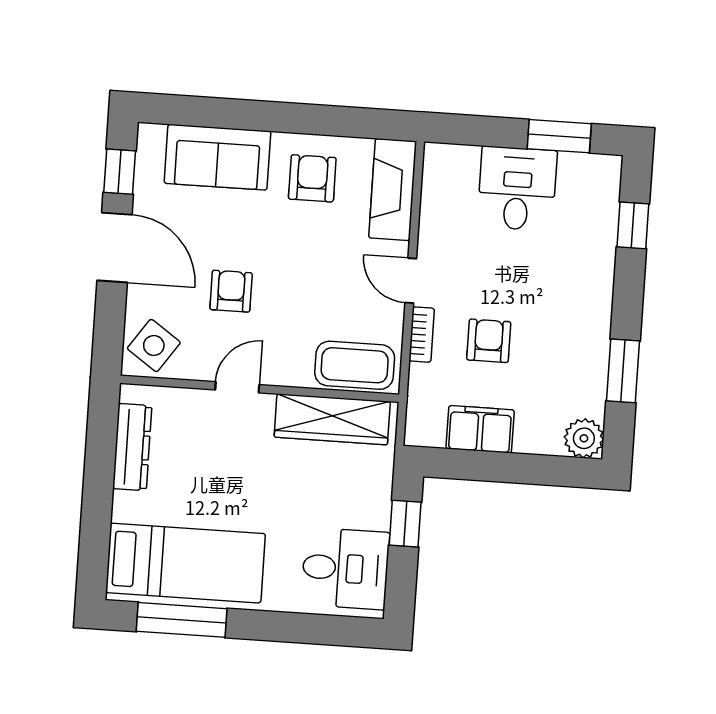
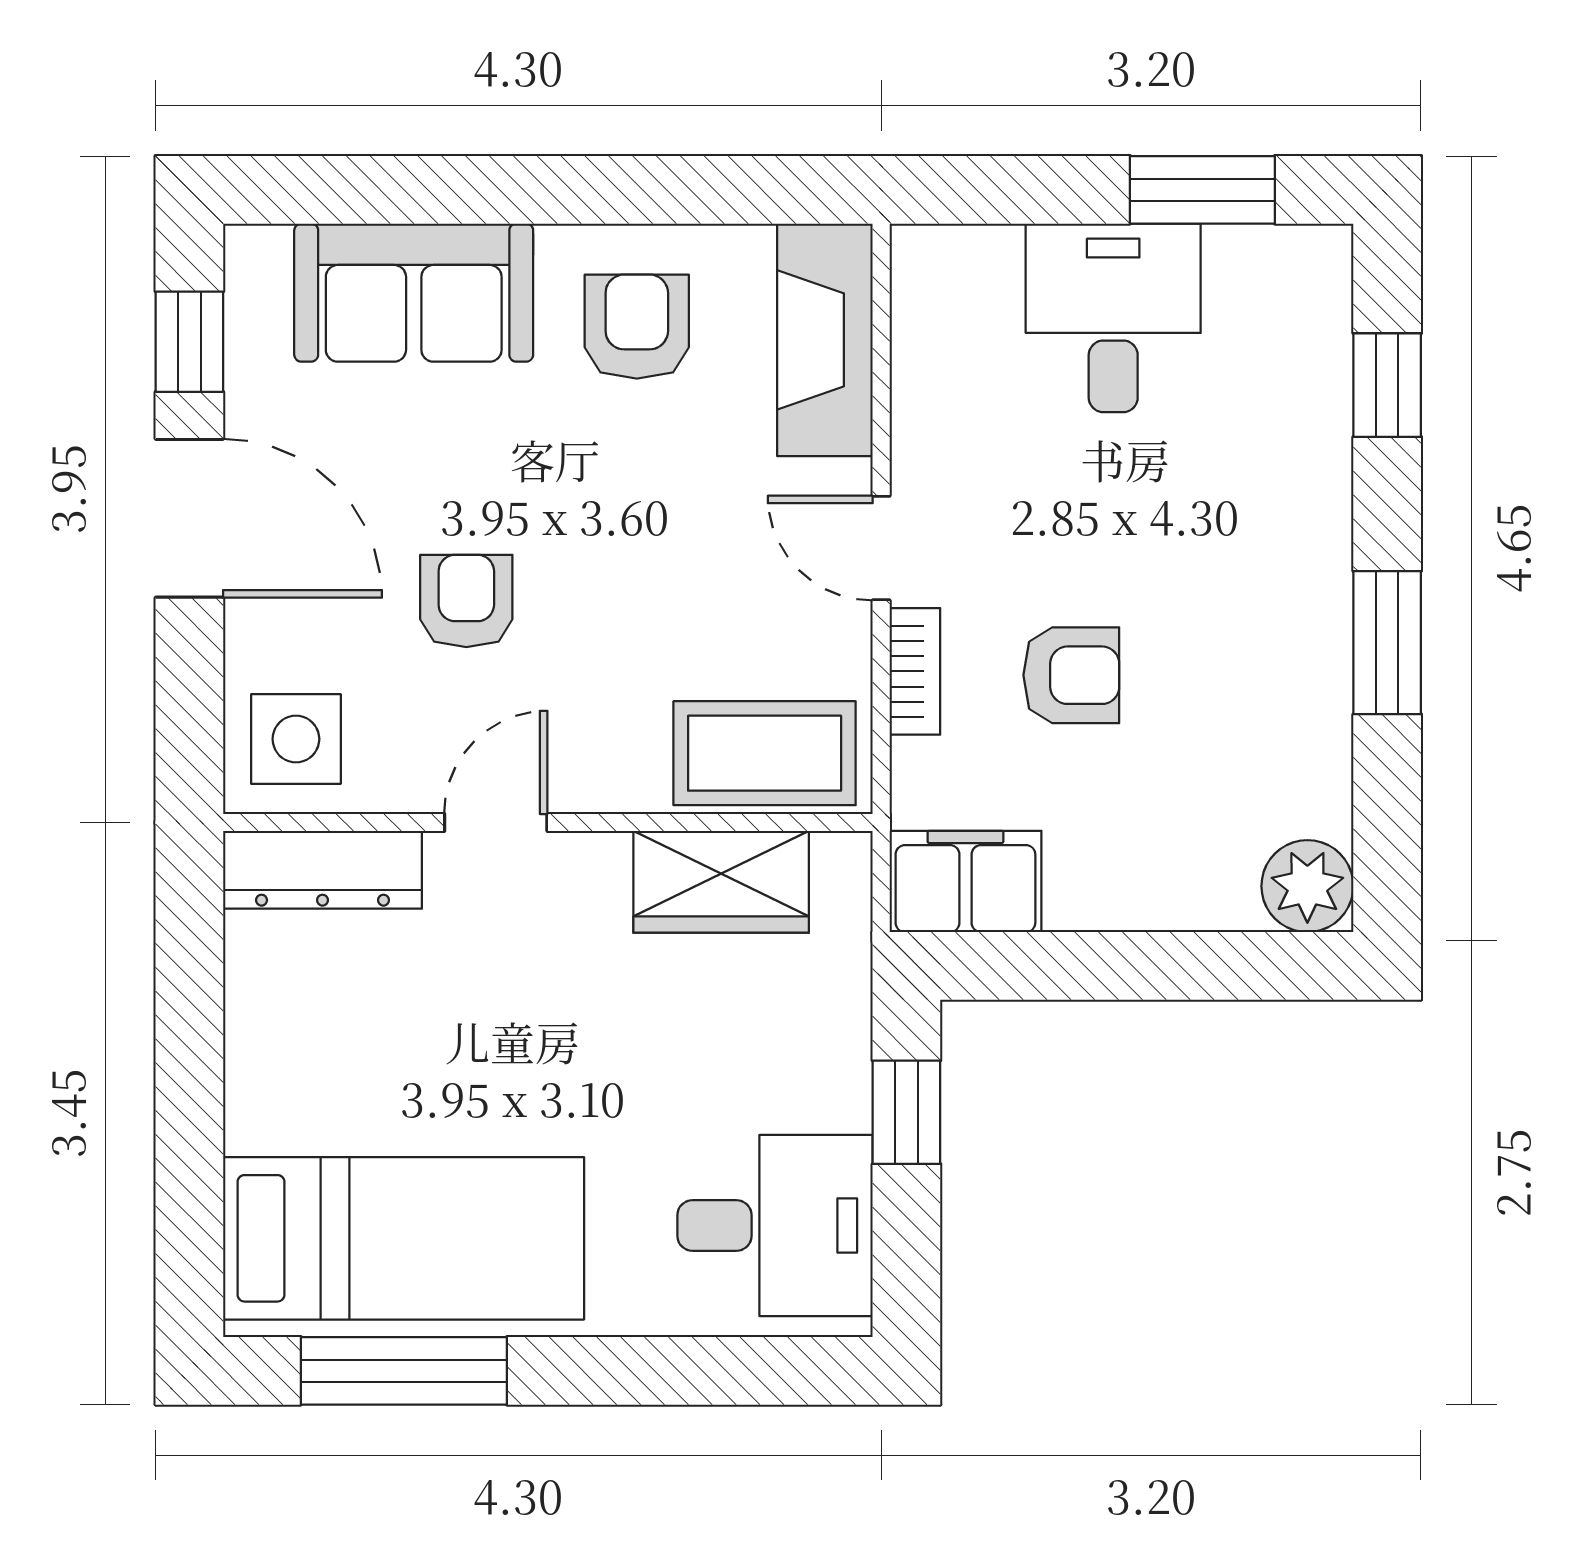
armchair: (489, 341) -> (1071, 675), turned 90
side table: (154, 345) -> (296, 739), turned -35
window: (623, 371) -> (1387, 643), moved
wardrobe: (332, 419) -> (721, 882), width x0.67
filing cabinet: (480, 429) -> (965, 881), moved
dresser: (132, 447) -> (323, 870), moved, turned 90

